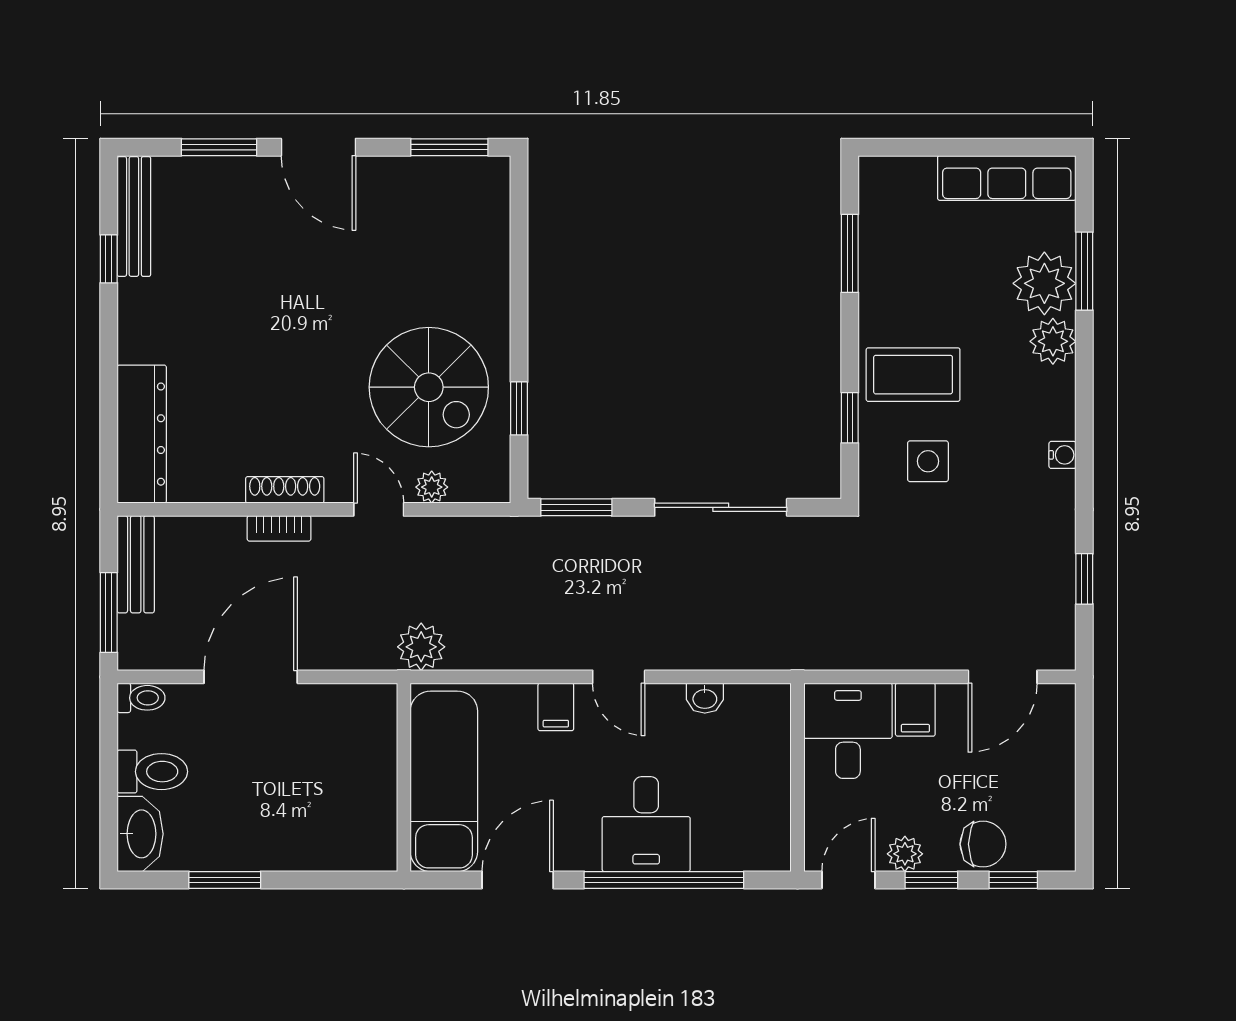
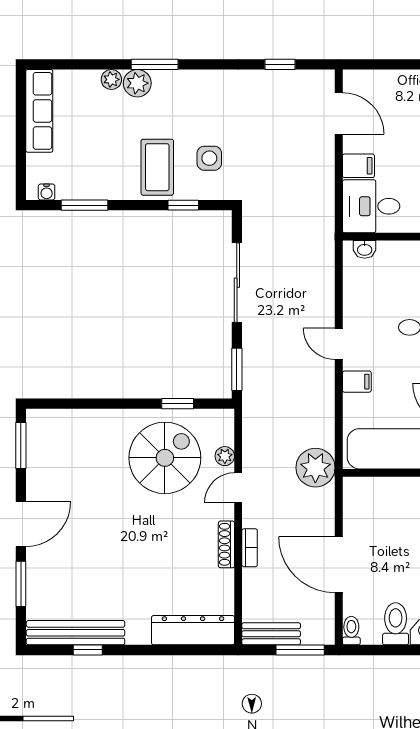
bench: (134, 216) -> (76, 633), width x1.37, depth x1.21
window: (1084, 271) -> (155, 64), moved
plant: (1044, 283) -> (111, 79), width x0.53, depth x0.53
water cooler: (1062, 455) -> (47, 192), moved, turned 180
plant: (421, 647) -> (315, 468), width x1.36, depth x1.36
door: (619, 677) -> (339, 344), swing flipped
washbasin: (705, 698) -> (365, 249), moved, turned 90

